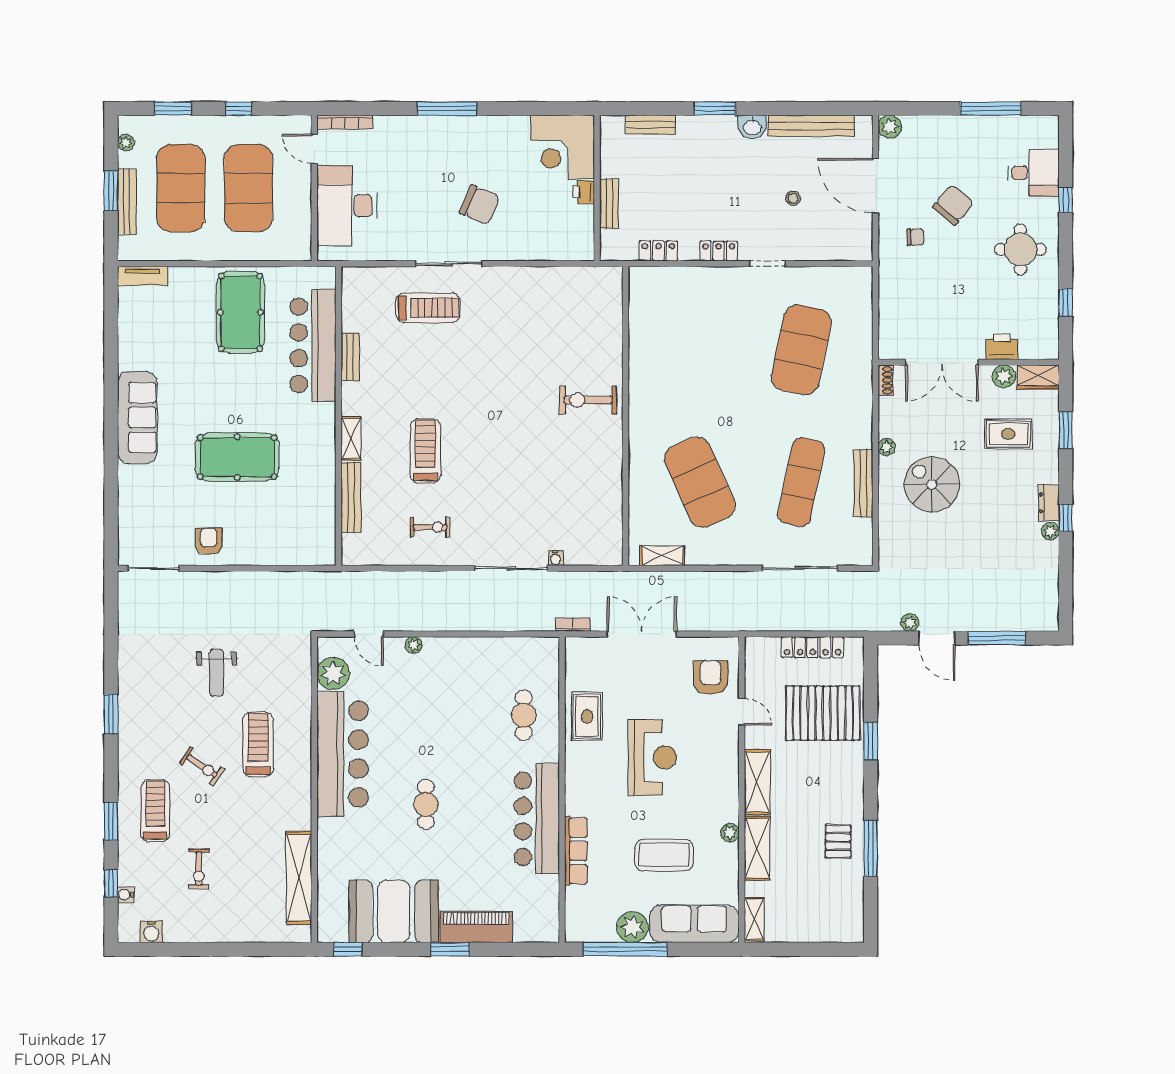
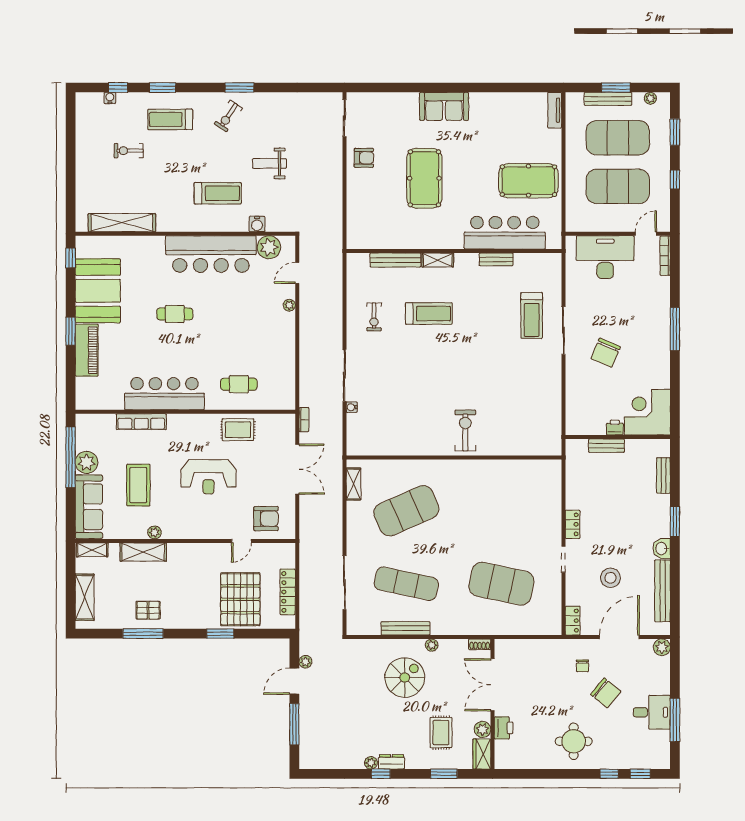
desk: (1033, 173) -> (652, 712), moved, turned -90
stool: (793, 198) -> (610, 578), width x1.89, depth x1.89
locker: (658, 251) -> (573, 621), moved
window: (1066, 303) -> (640, 774), moved
sofa: (137, 418) -> (444, 106), width x0.73
exercise bike: (202, 766) -> (228, 116), moved
shelving: (757, 782) -> (85, 597), moved, turned 90
treadmill: (155, 811) -> (170, 119), turned 180
water cooler: (151, 932) -> (257, 224), moved, turned -90

